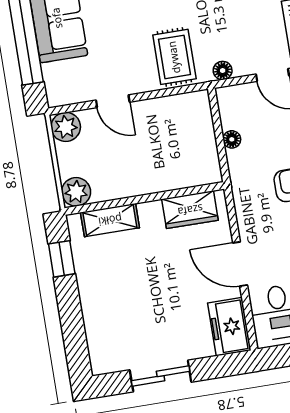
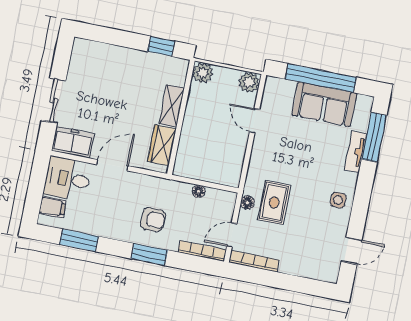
rug: (174, 57) -> (274, 203), moved, turned 90
door: (113, 101) -> (255, 121), hinge flipped
shelving: (110, 220) -> (172, 106), moved
sliding door: (161, 376) -> (54, 100), moved

